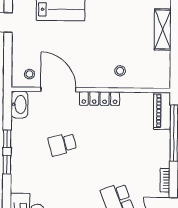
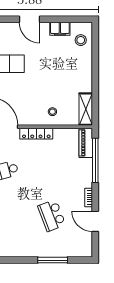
shelving: (163, 30) -> (86, 109), moved

